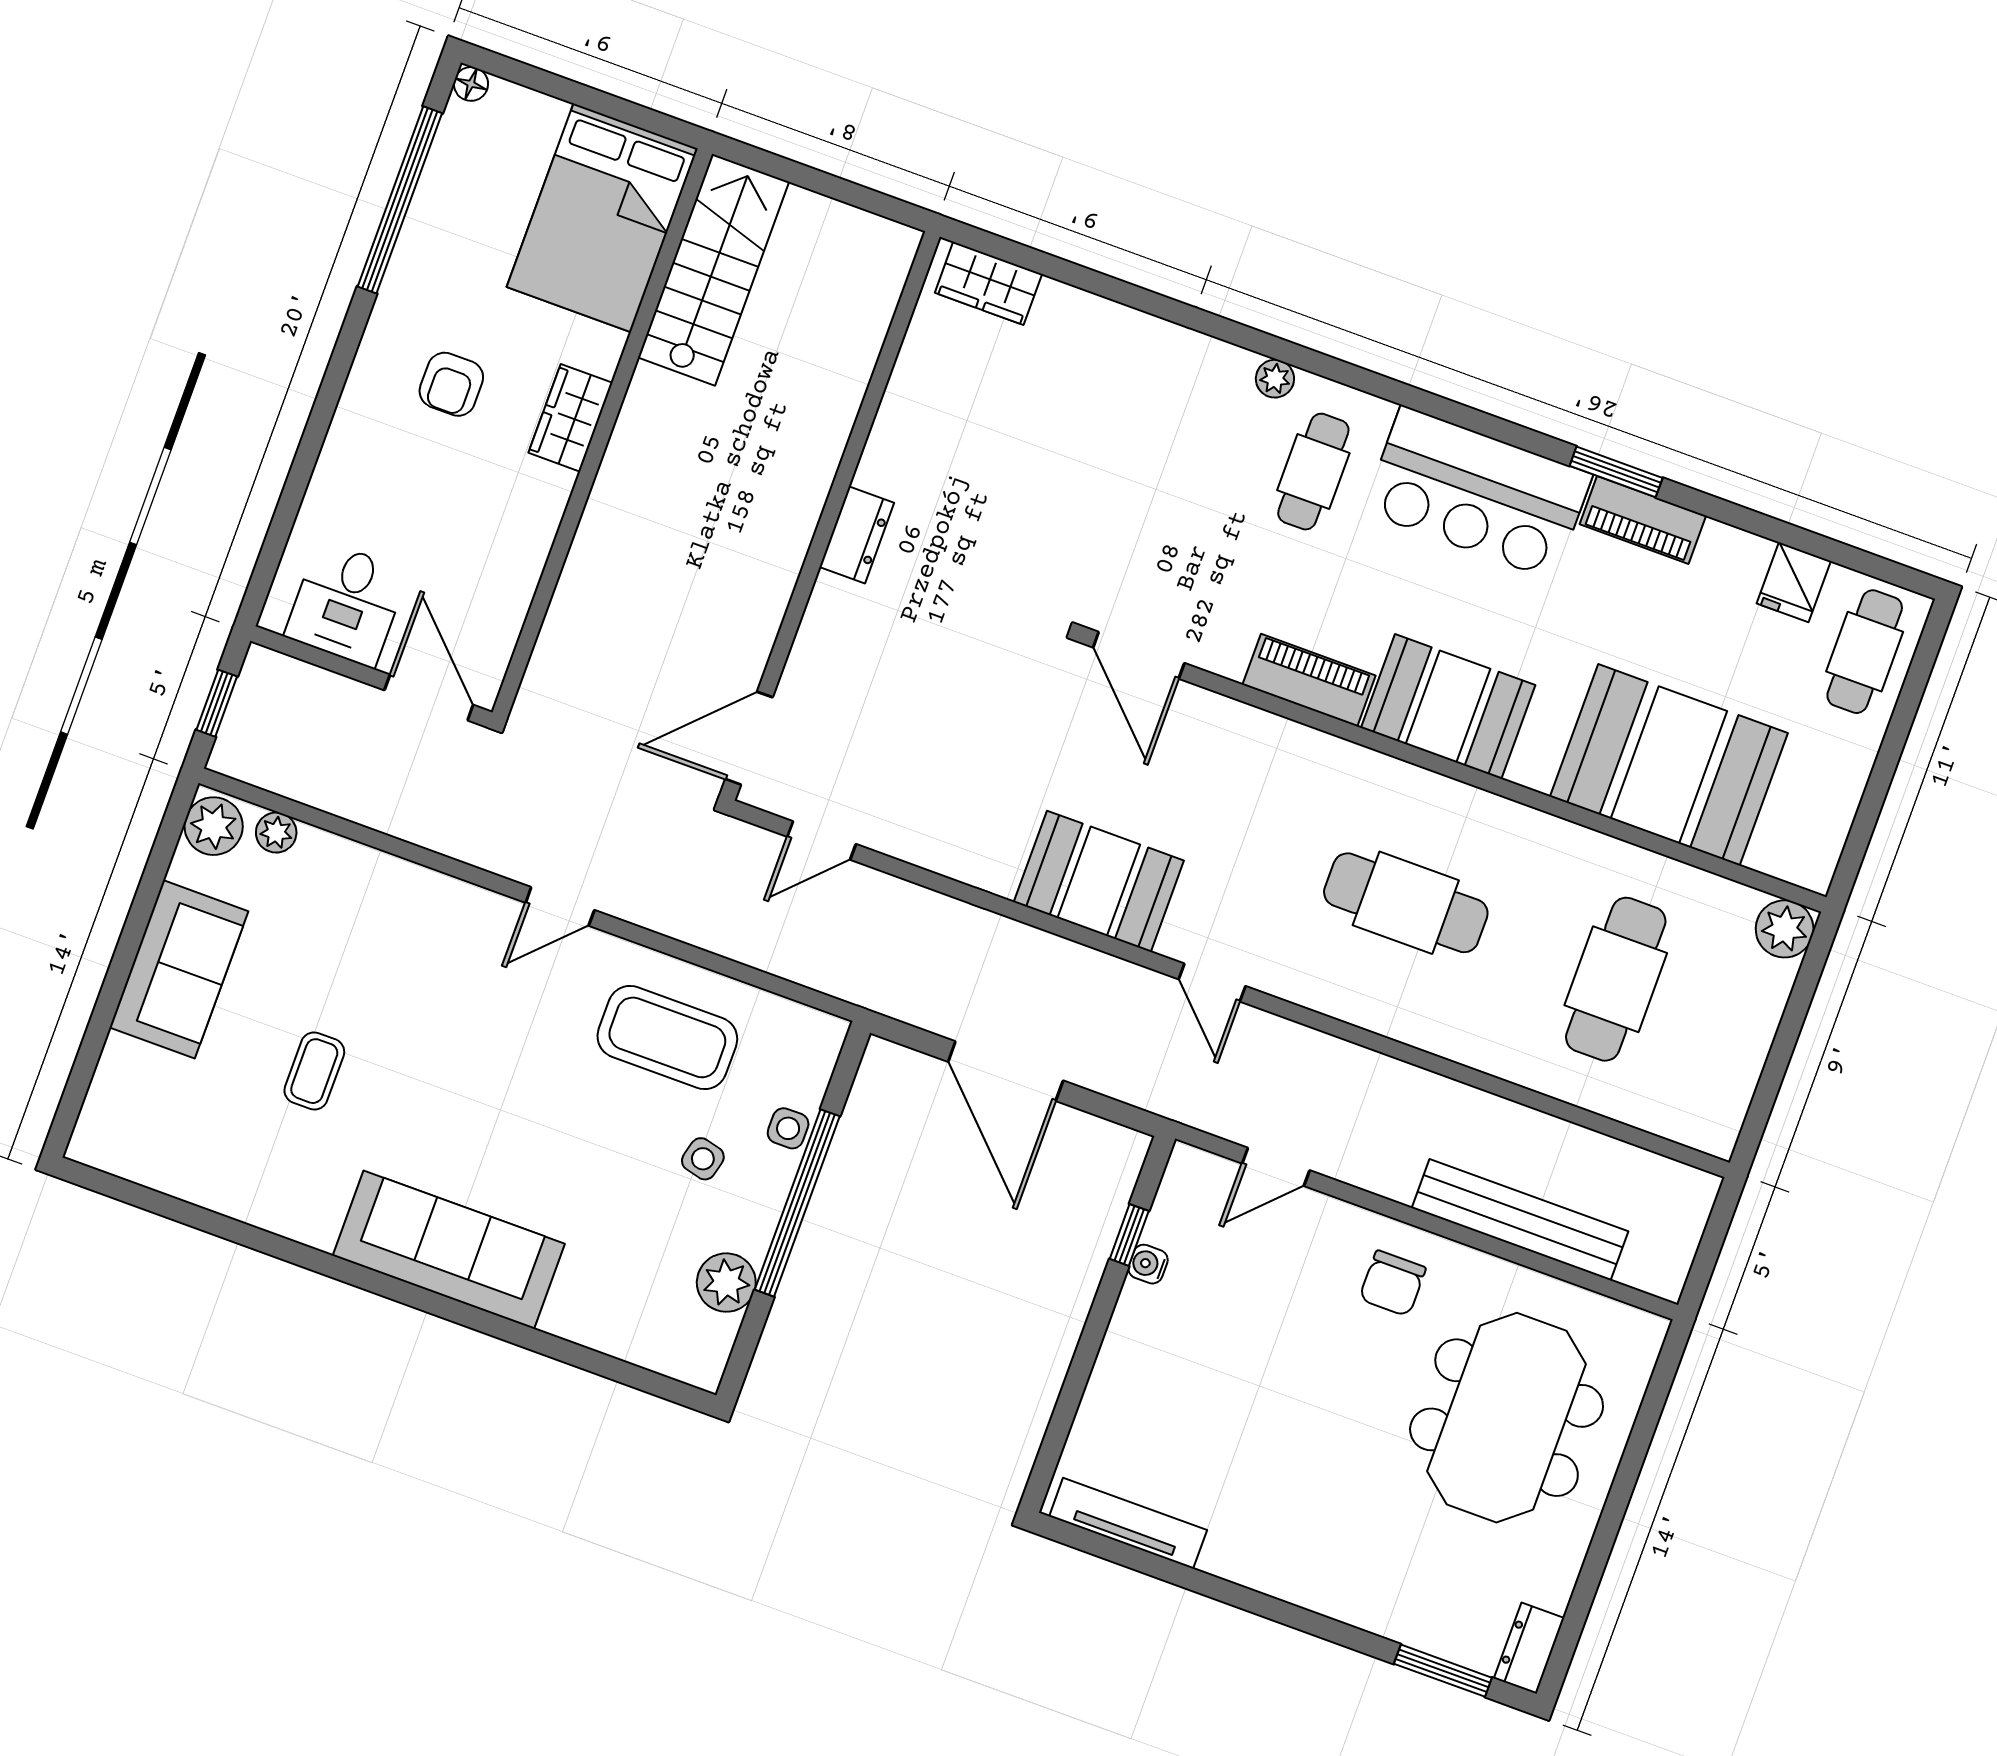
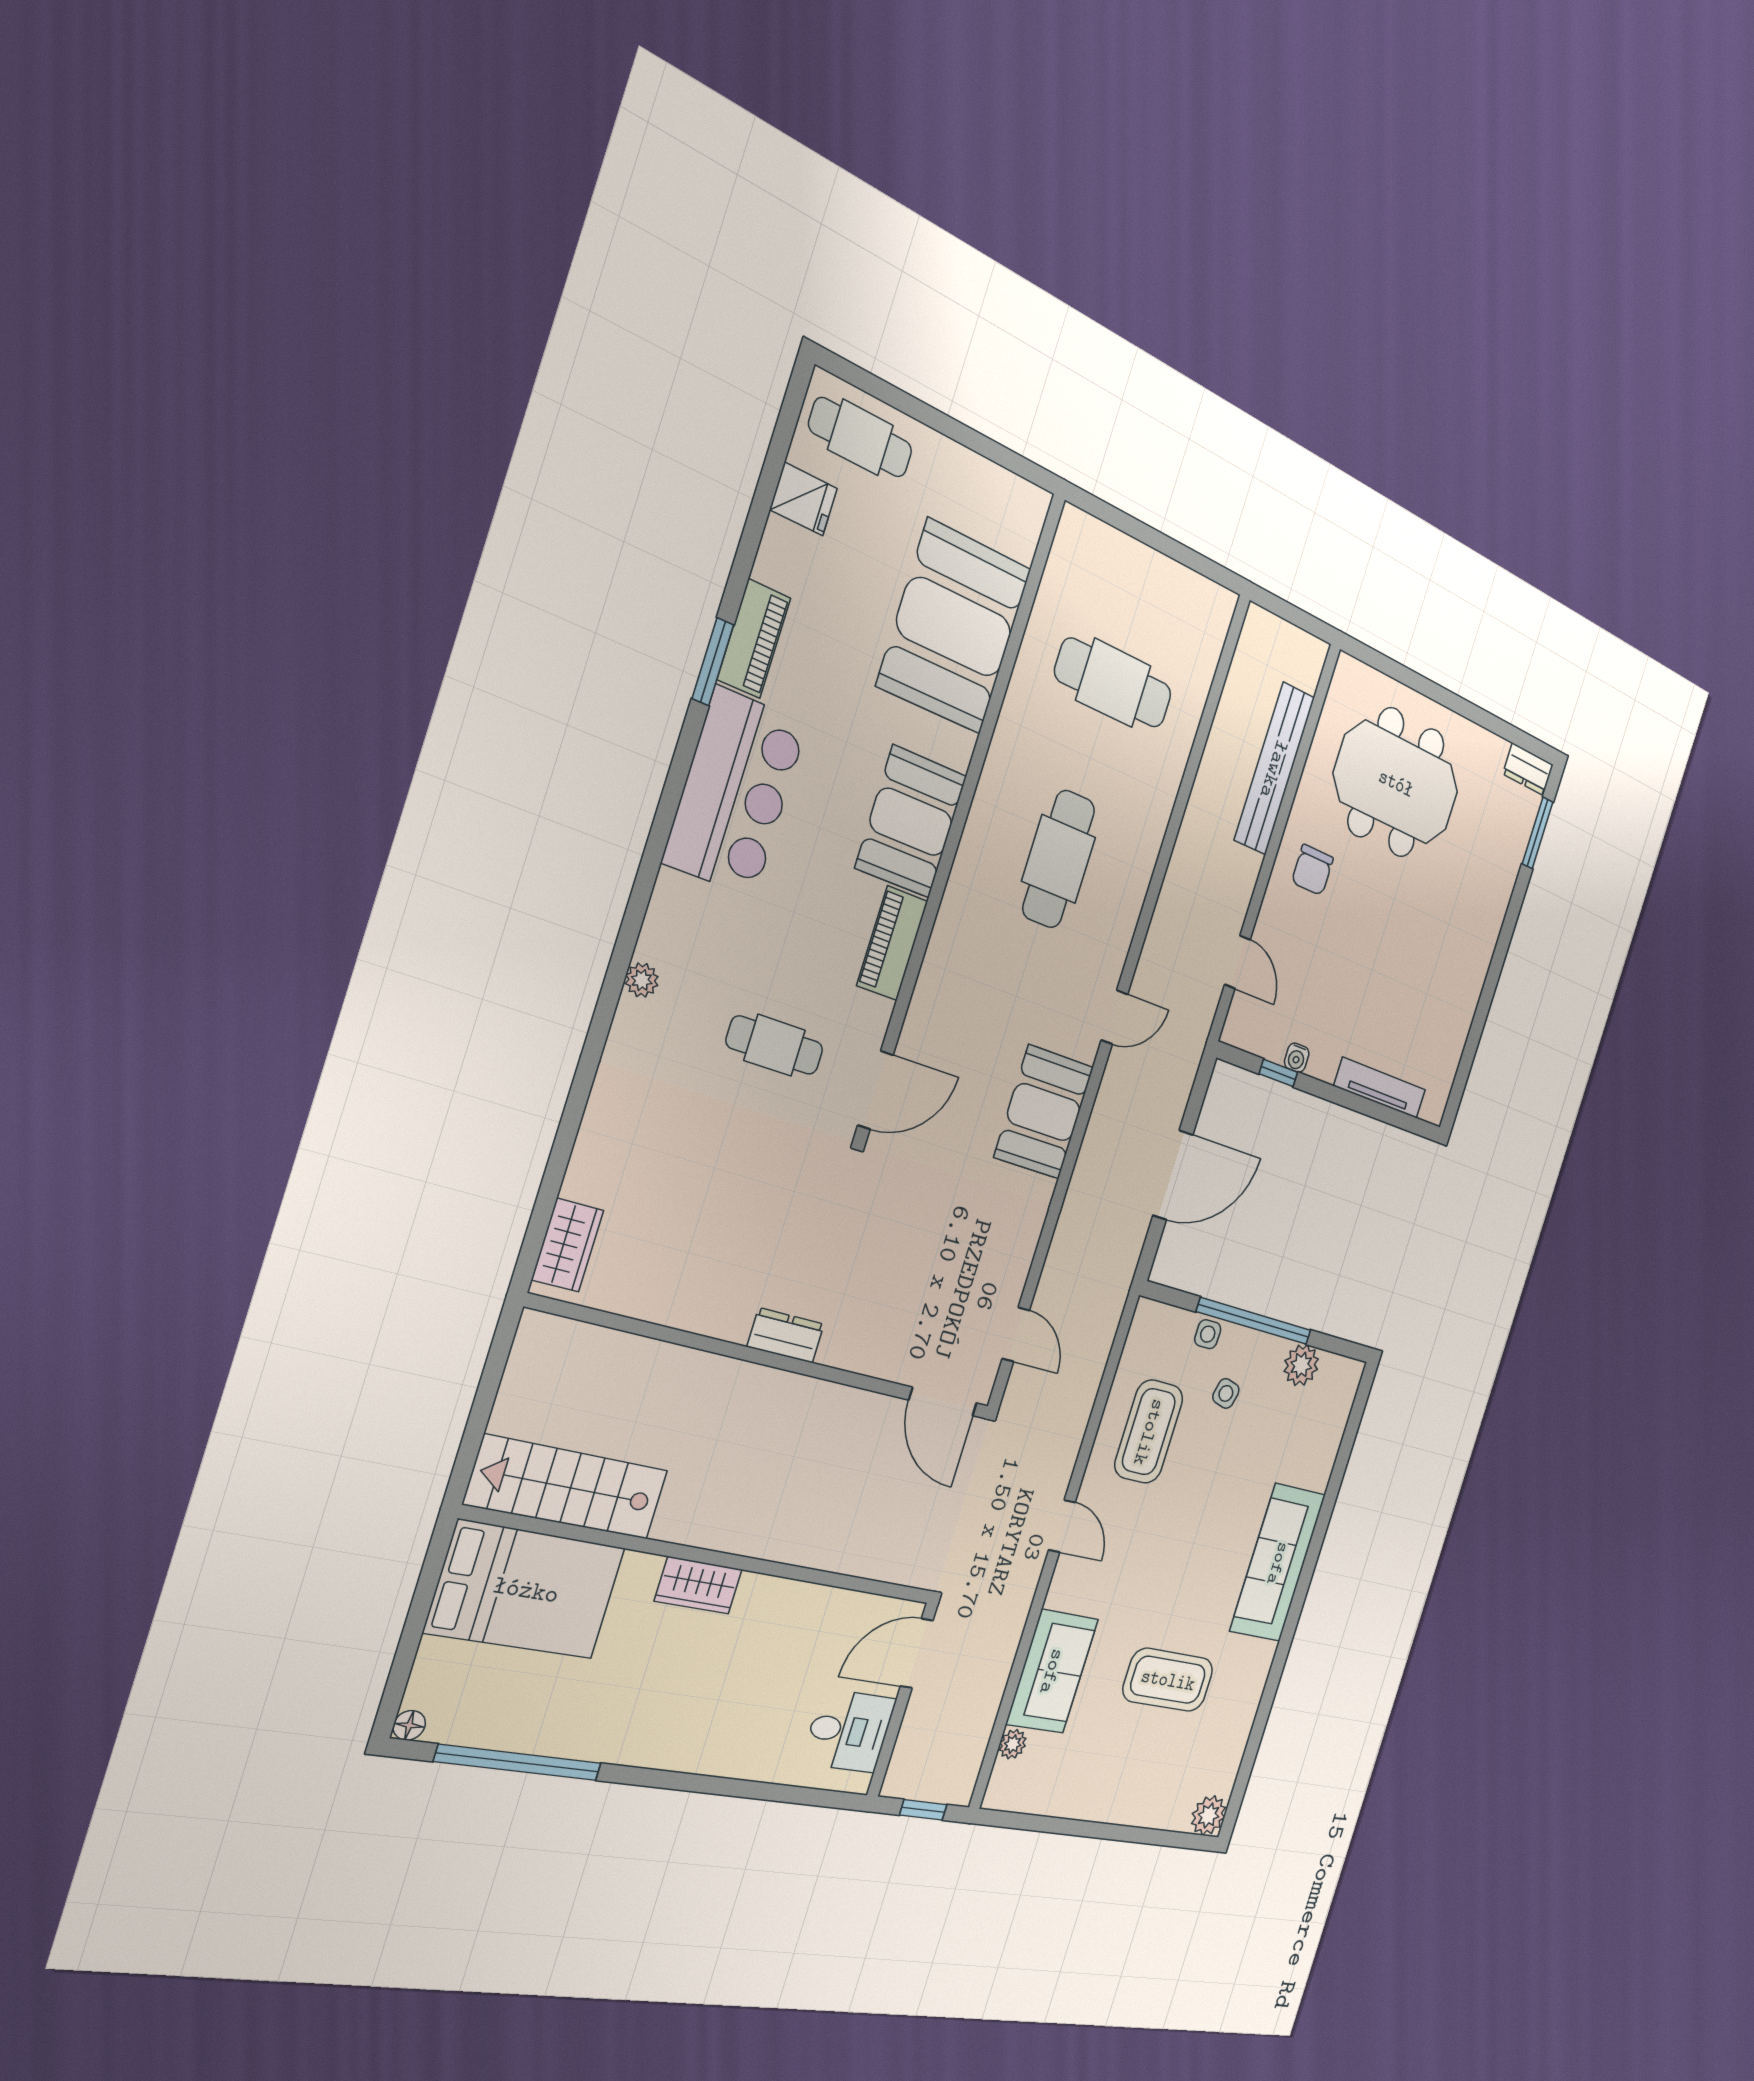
armchair: (451, 384) -> (674, 1687), removed
cafe table: (1313, 472) -> (775, 1045), moved
plant: (214, 826) -> (1209, 1816), moved
plant: (1785, 929) -> (1077, 534), removed
sofa: (179, 969) -> (1052, 1671), moved, turned 90
coffee table: (314, 1071) -> (1168, 1680), width x1.86, depth x1.72
chair: (1393, 1283) -> (1312, 870), turned 90
tv unit: (1128, 1523) -> (1380, 1088), moved, turned 90

